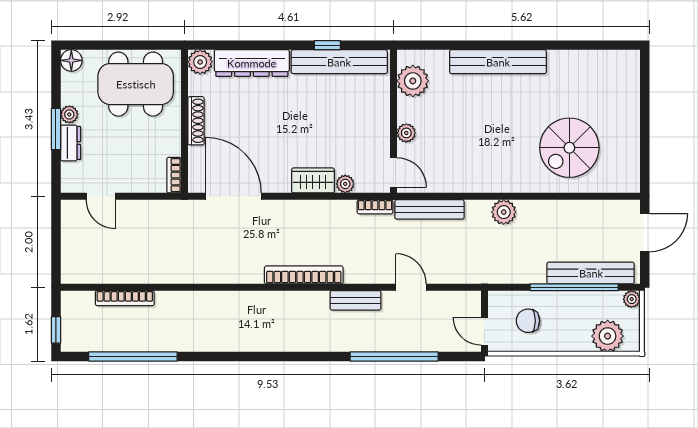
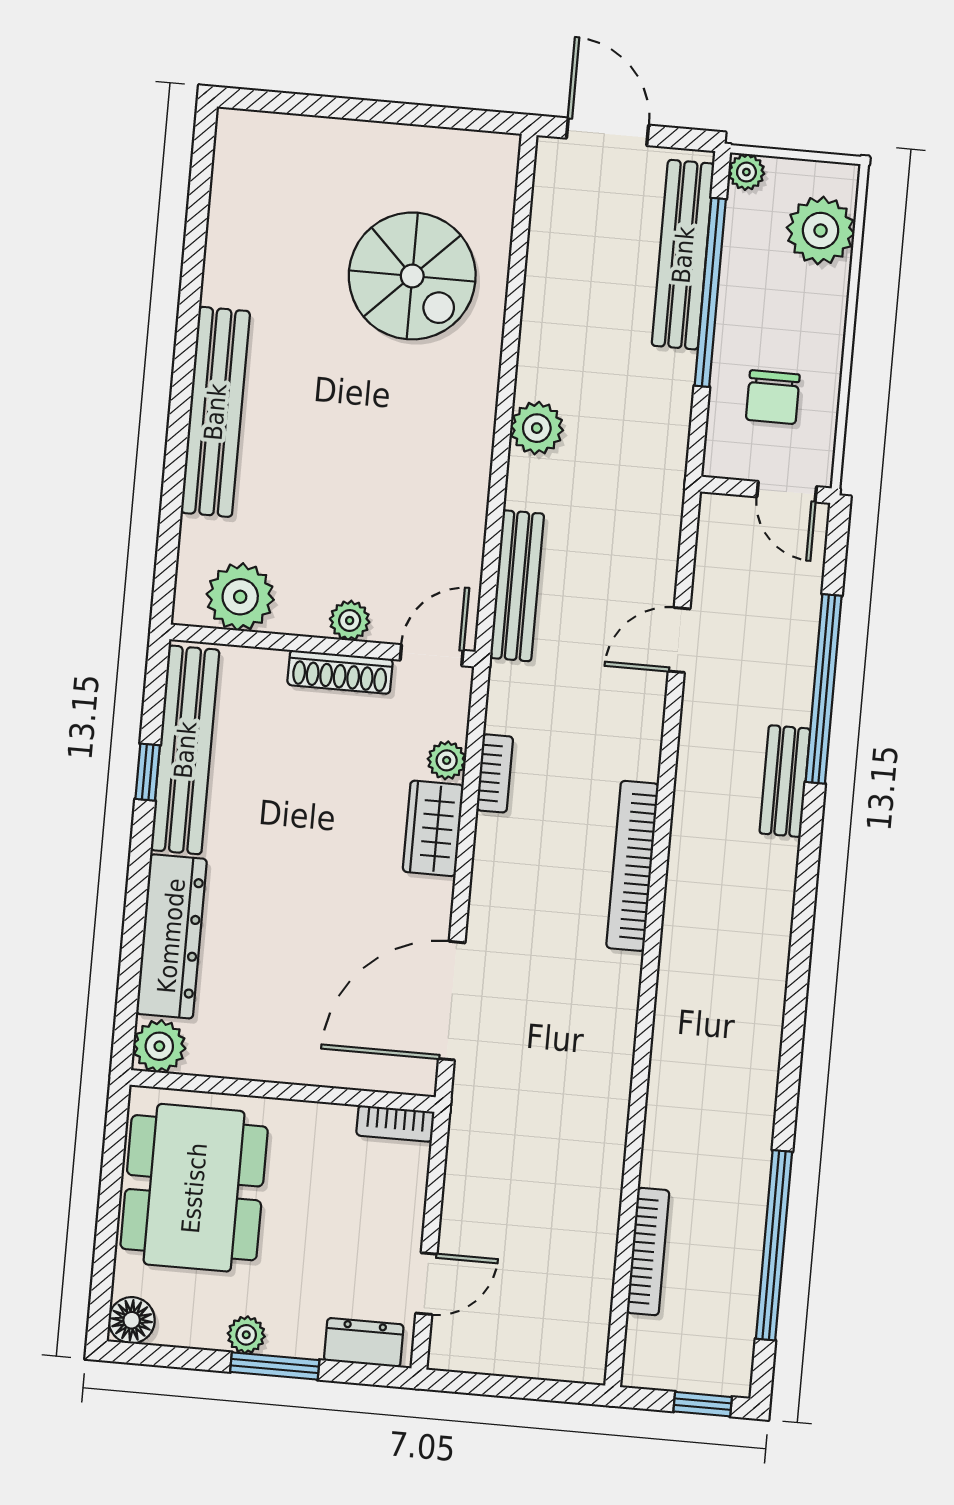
shoe rack: (196, 121) -> (340, 672), moved, turned 180
dresser: (71, 143) -> (364, 1343), moved
bookcase: (375, 207) -> (495, 773), moved
bench: (356, 300) -> (785, 781), moved
door: (484, 331) -> (787, 492), hinge flipped

